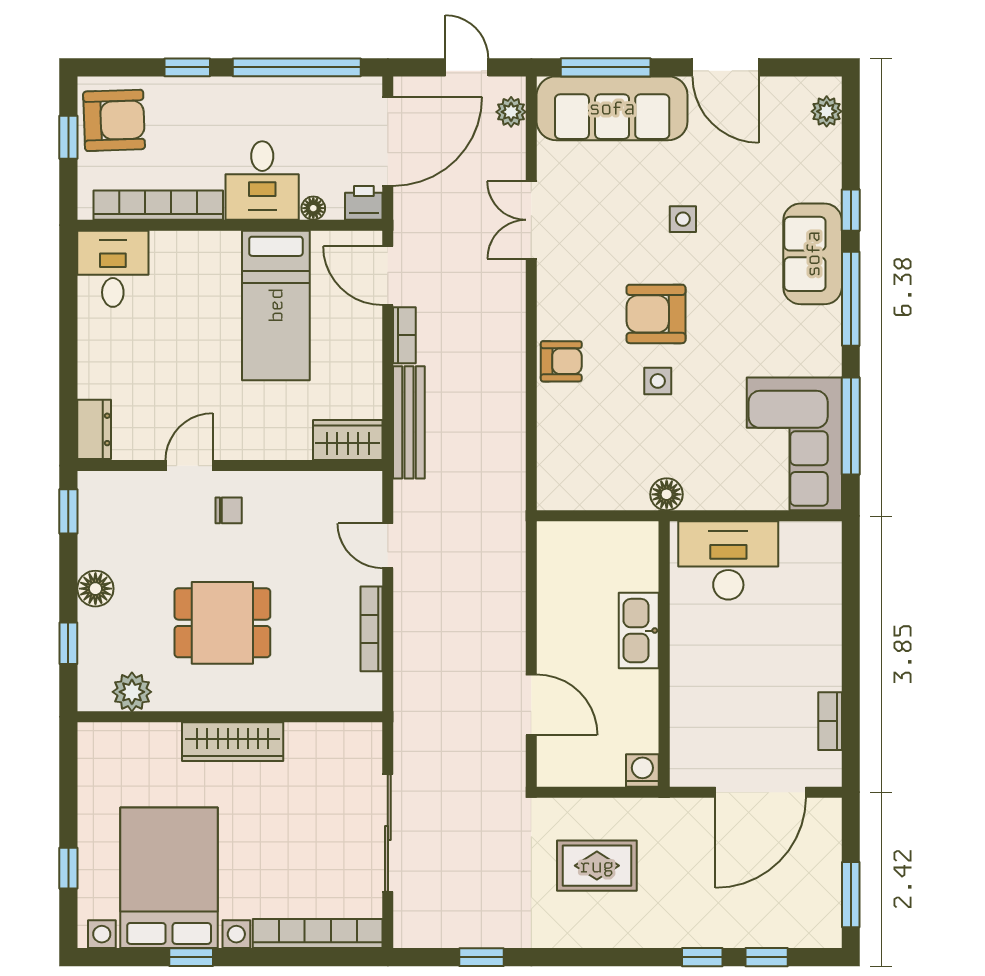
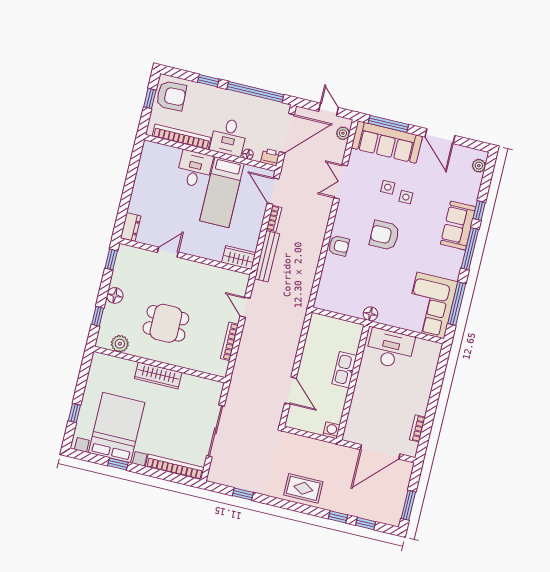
desk: (113, 269) -> (195, 169), moved
side table: (658, 381) -> (388, 187), moved
chair: (229, 510) -> (180, 276), removed
rug: (597, 866) -> (303, 488), moved

